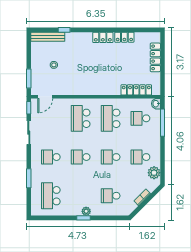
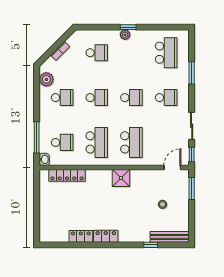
locker: (155, 57) -> (45, 213), removed
shower: (90, 88) -> (121, 178), added

